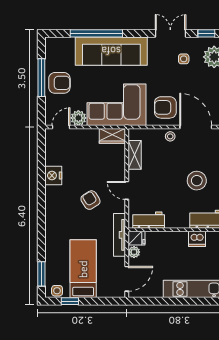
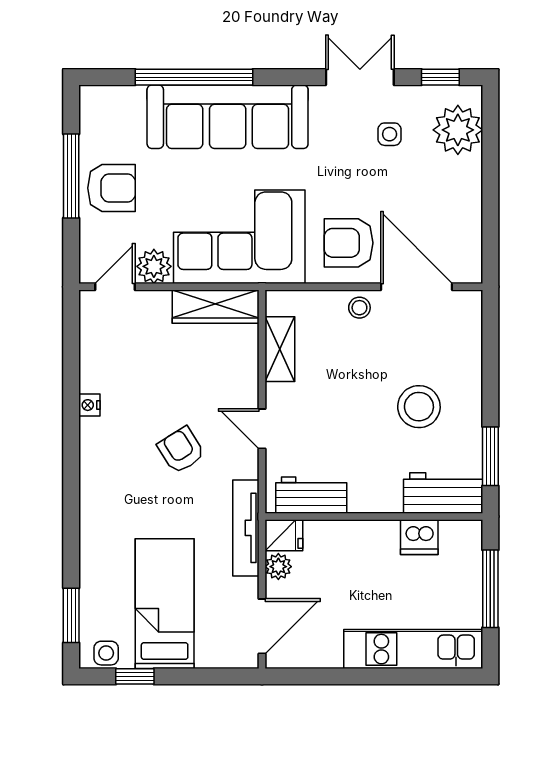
wardrobe: (112, 136) -> (216, 307), width x1.50
nightstand: (53, 176) -> (89, 405), width x0.53, depth x0.56

